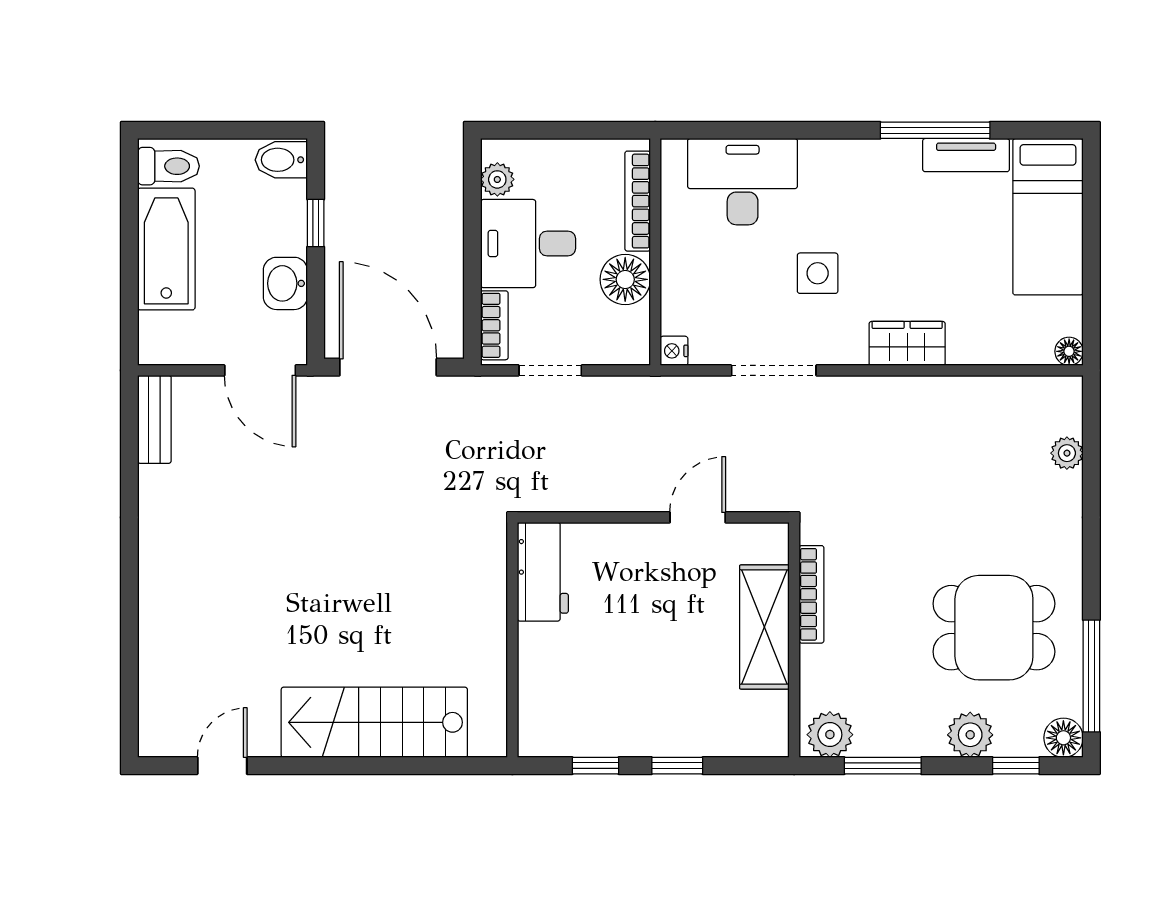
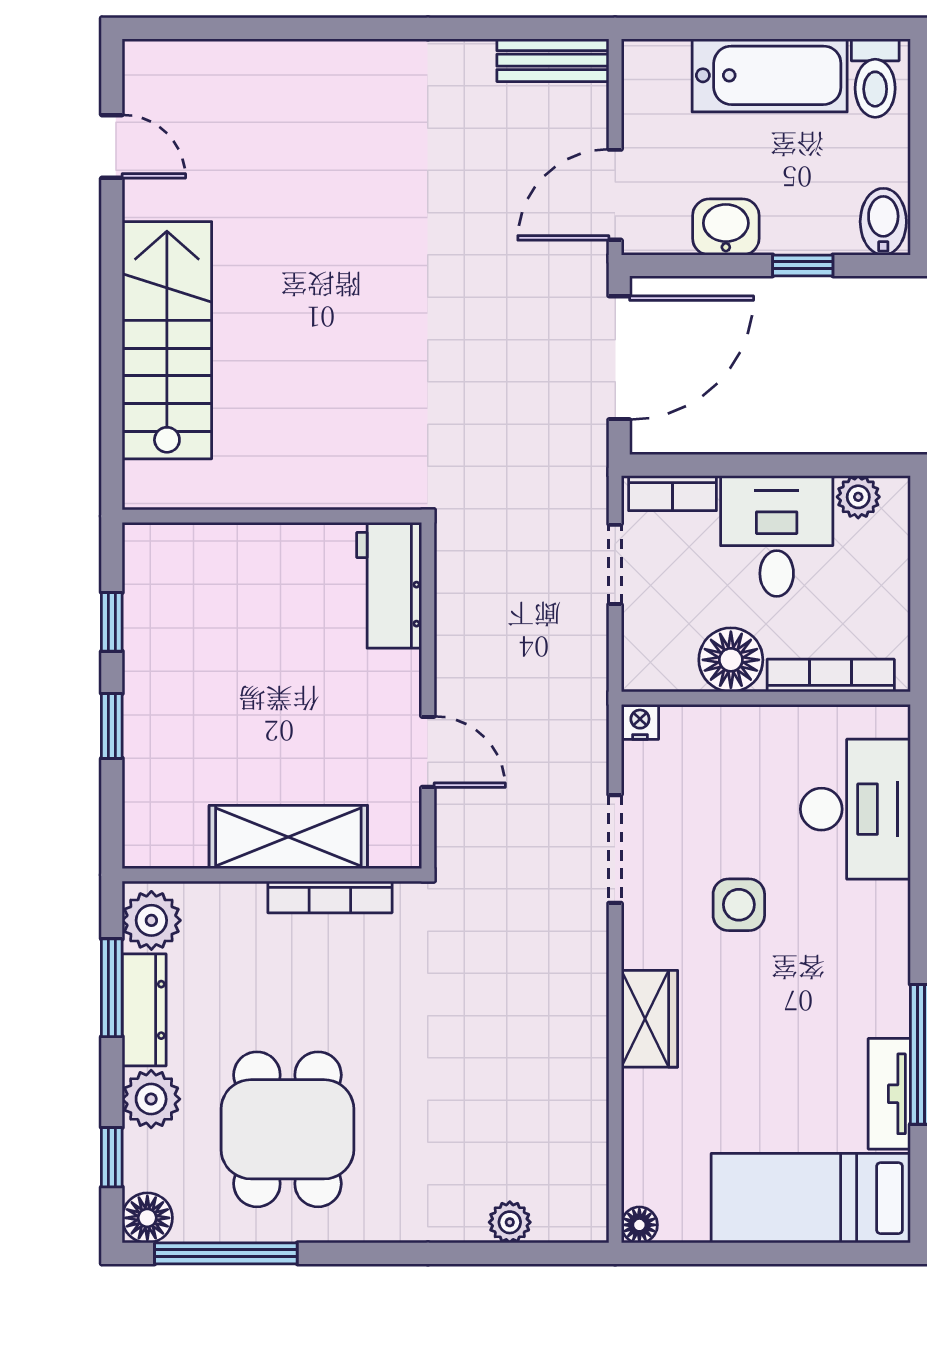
workbench: (543, 572) -> (389, 585), moved, turned 90
dresser: (900, 740) -> (144, 1010), added

